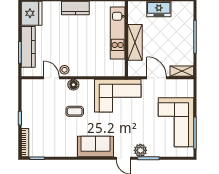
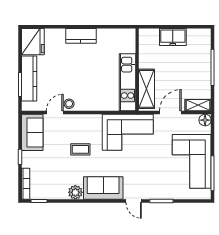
kitchen unit: (118, 33) -> (127, 82), moved
shelving: (135, 42) -> (147, 89), moved
door: (51, 78) -> (55, 113), hinge flipped
door: (157, 78) -> (170, 113), hinge flipped
floor lamp: (73, 85) -> (205, 120), moved
sofa: (31, 96) -> (32, 132), added
plant: (140, 150) -> (75, 192), moved

